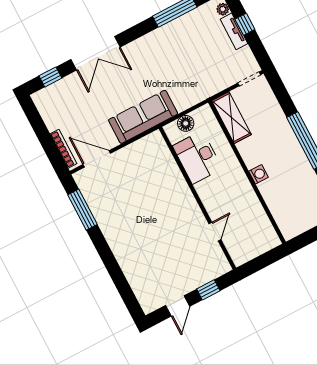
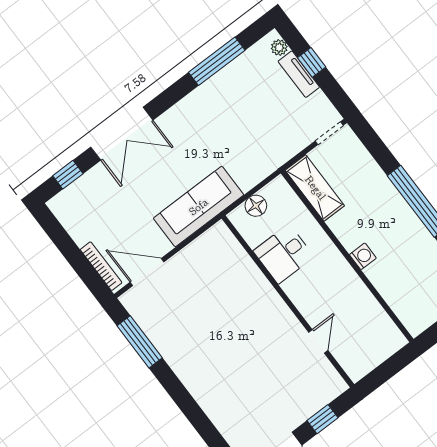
desk: (197, 157) -> (284, 254), width x0.73

